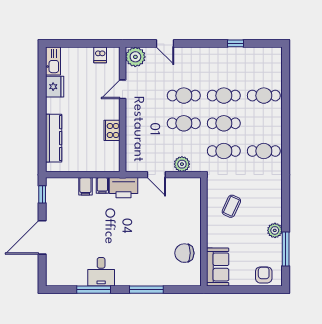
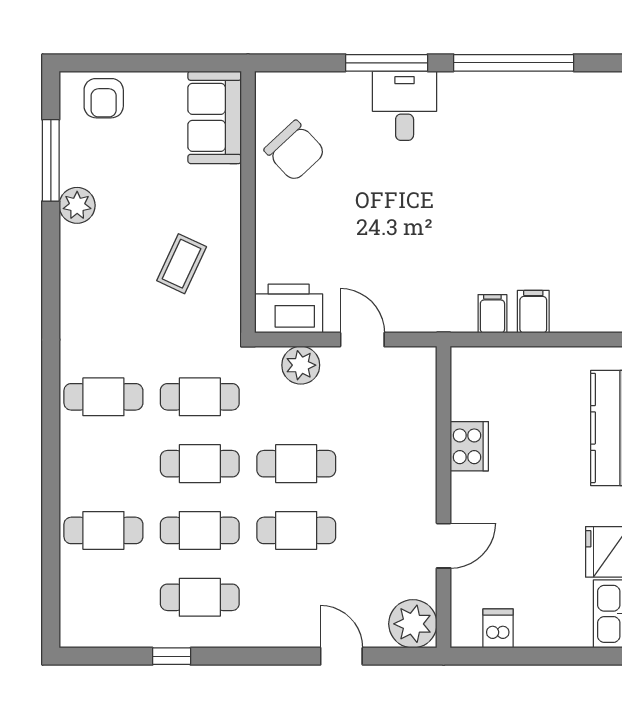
cafe table: (224, 68) -> (200, 597), added
printer: (124, 188) -> (289, 309), moved
chair: (184, 253) -> (295, 151), turned 47
desk: (101, 272) -> (405, 106), moved
window: (94, 290) -> (514, 63), width x1.46

